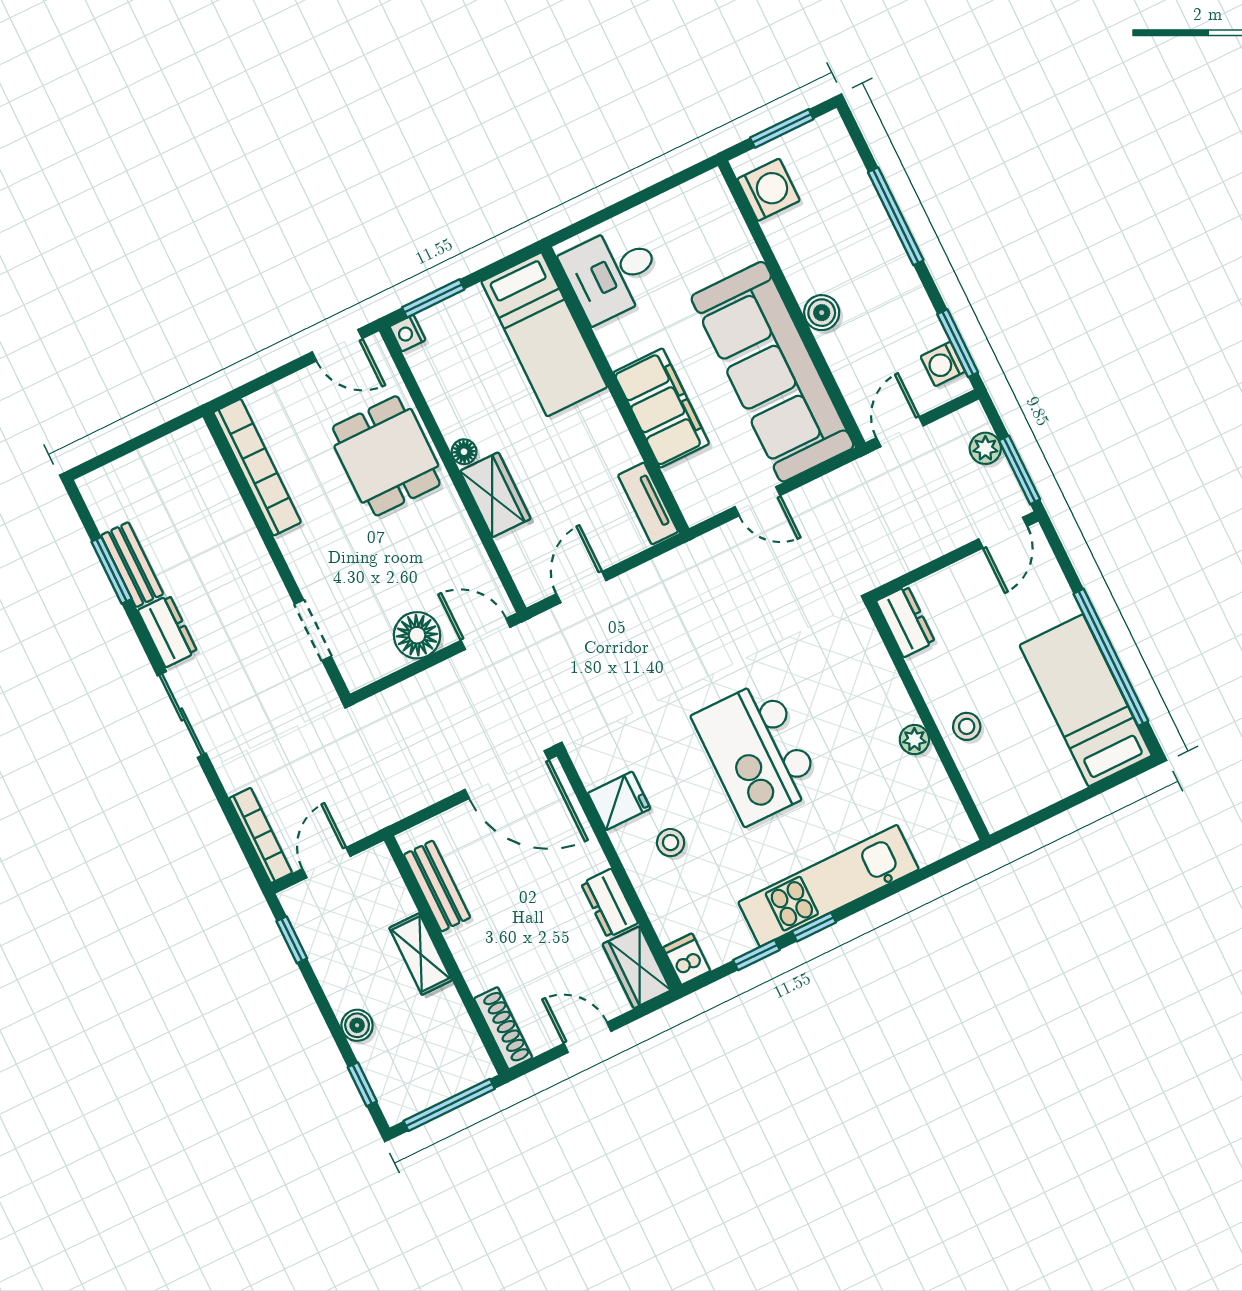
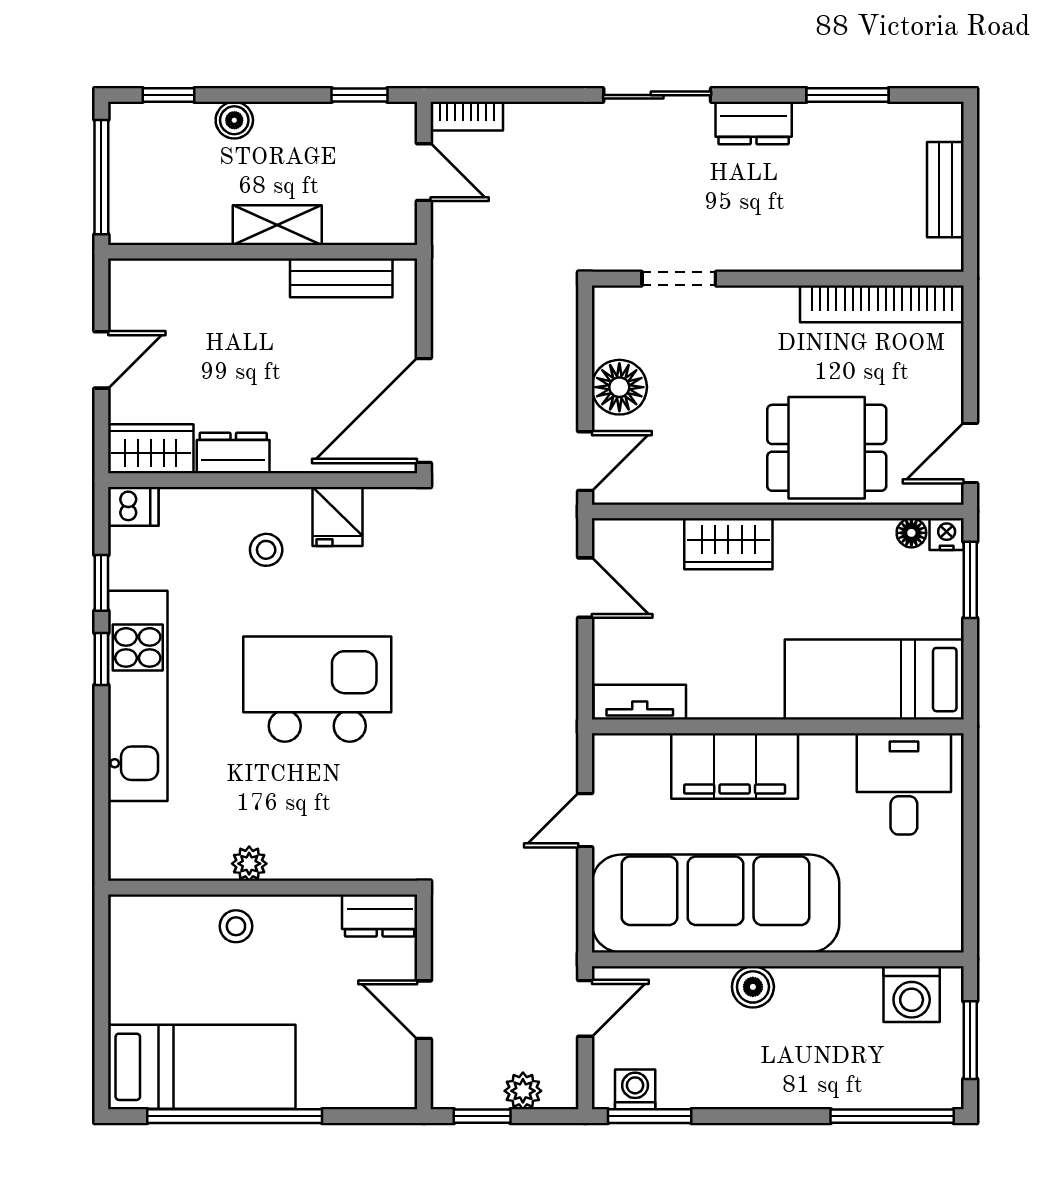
window: (896, 216) -> (892, 1116), moved
door: (900, 432) -> (585, 1008), hinge flipped
floor lamp: (464, 452) -> (911, 533), moved
window: (1020, 470) -> (482, 1116), width x0.67
door: (1003, 533) -> (424, 1010), moved
bench: (132, 565) -> (945, 190), moved, turned 90
bookcase: (261, 835) -> (467, 116), width x0.64
shoe rack: (503, 1028) -> (155, 274), removed

